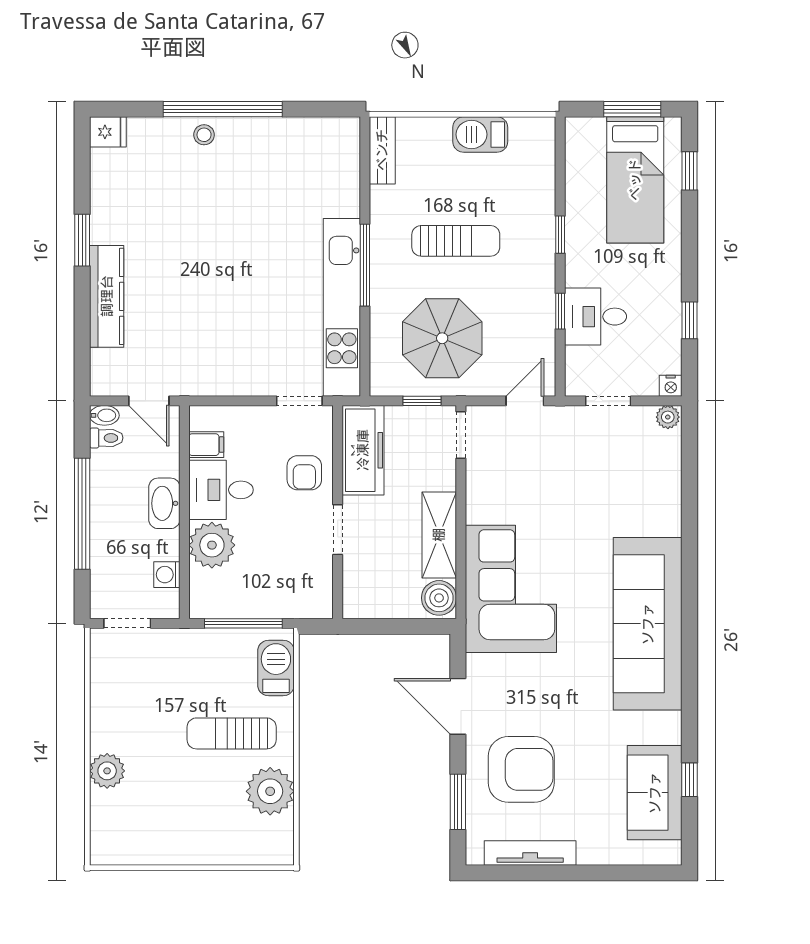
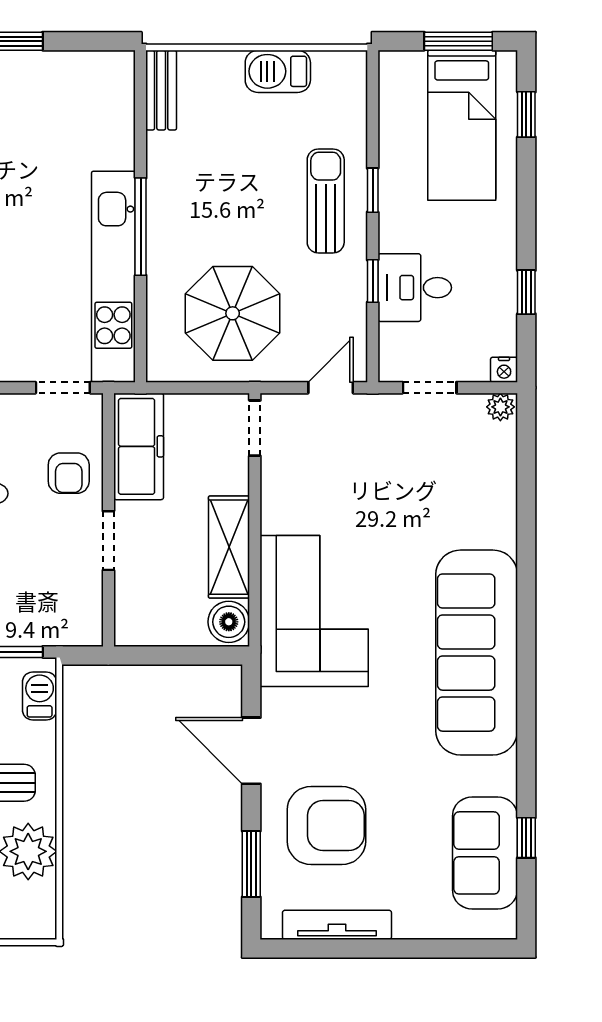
sun lounger: (456, 241) -> (326, 201), moved, turned -90
window: (422, 401) -> (209, 388), removed
barbecue: (276, 668) -> (40, 696), width x0.73, depth x0.79

